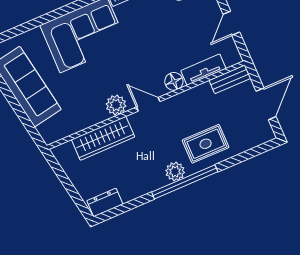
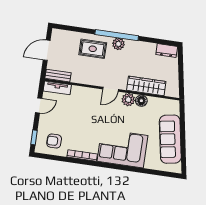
tv unit: (203, 70) -> (57, 88), moved
floor lamp: (174, 81) -> (141, 101), moved
door: (148, 104) -> (111, 89), hinge flipped

